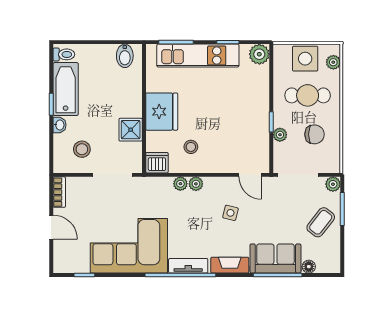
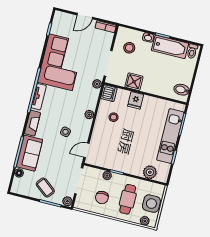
plant: (259, 54) -> (150, 172), moved
fridge: (162, 112) -> (136, 100), width x0.53, depth x0.75
plant: (180, 184) -> (97, 84), moved

